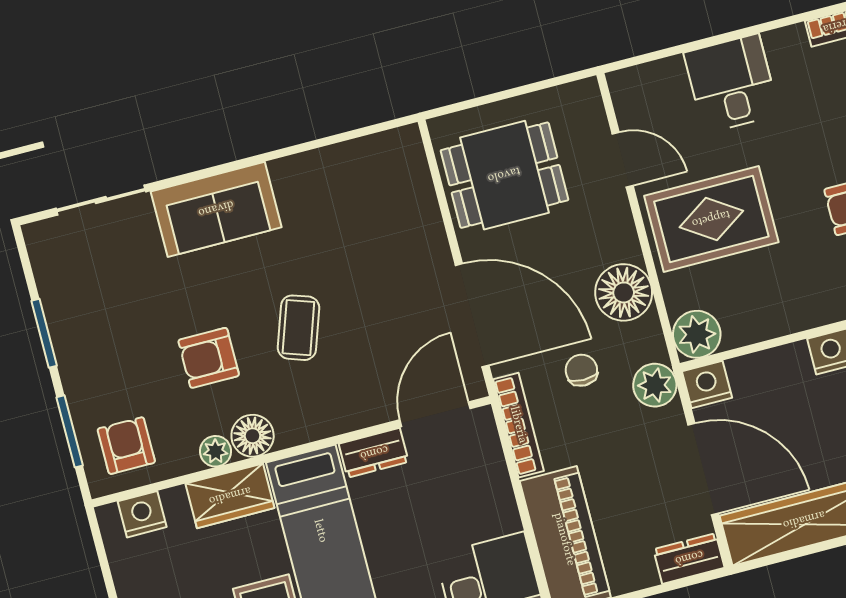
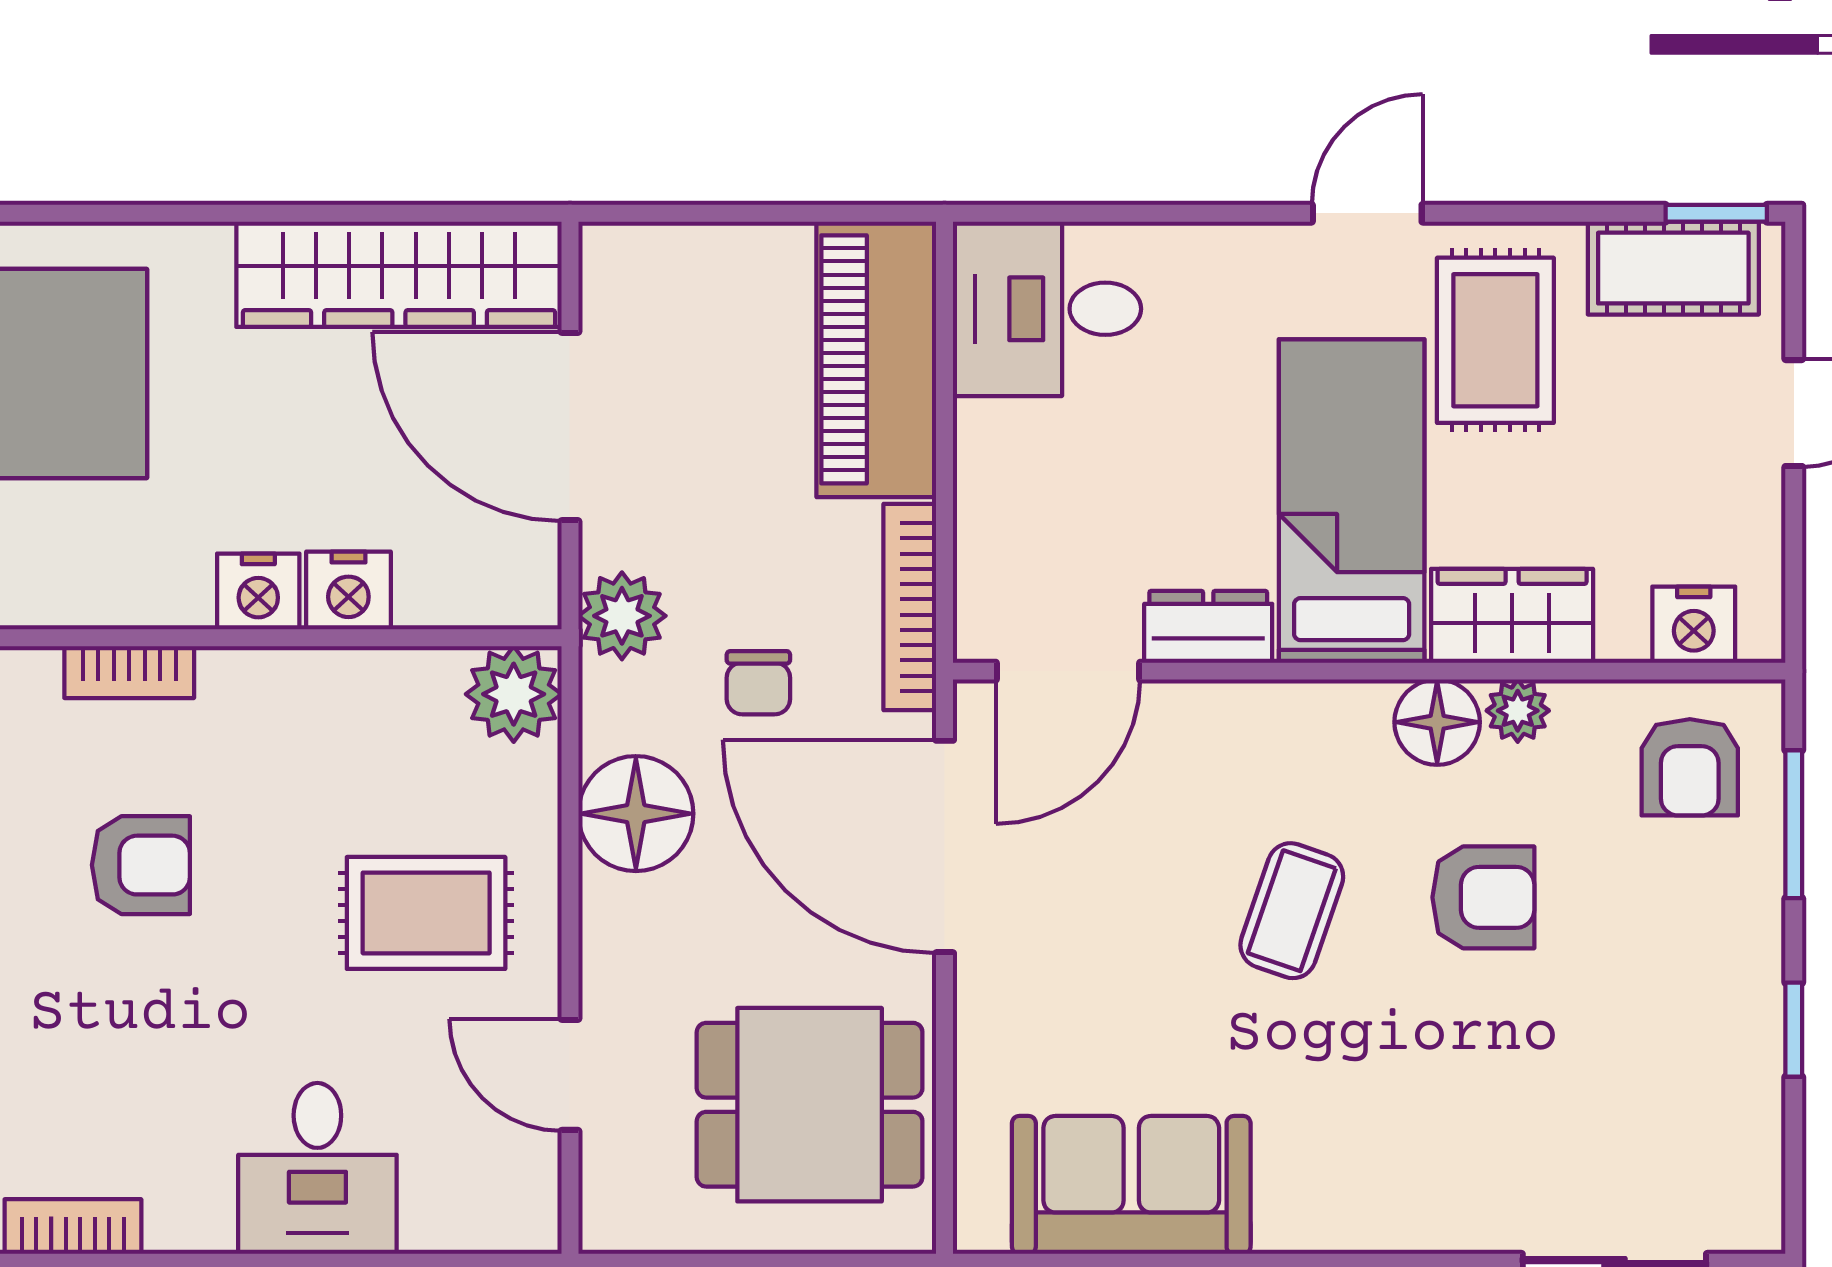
sofa: (216, 209) -> (1131, 1185), moved
rug: (711, 219) -> (426, 913), width x0.73, depth x0.70
window: (44, 333) -> (1794, 1030), width x0.67
nightstand: (707, 384) -> (348, 591), moved
dresser: (689, 558) -> (643, 258), removed

